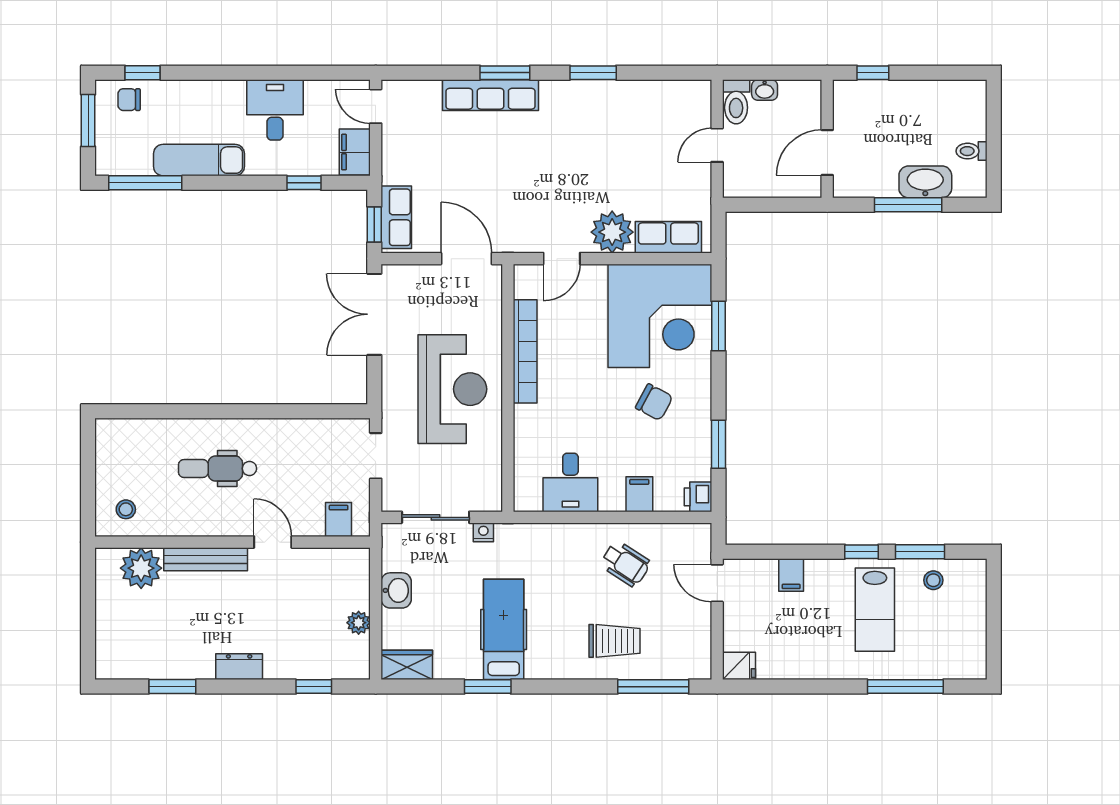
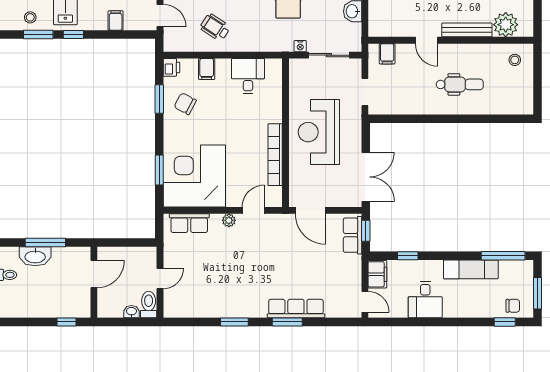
plant: (612, 232) -> (229, 220), width x0.53, depth x0.53
chair: (654, 402) -> (185, 104), moved

